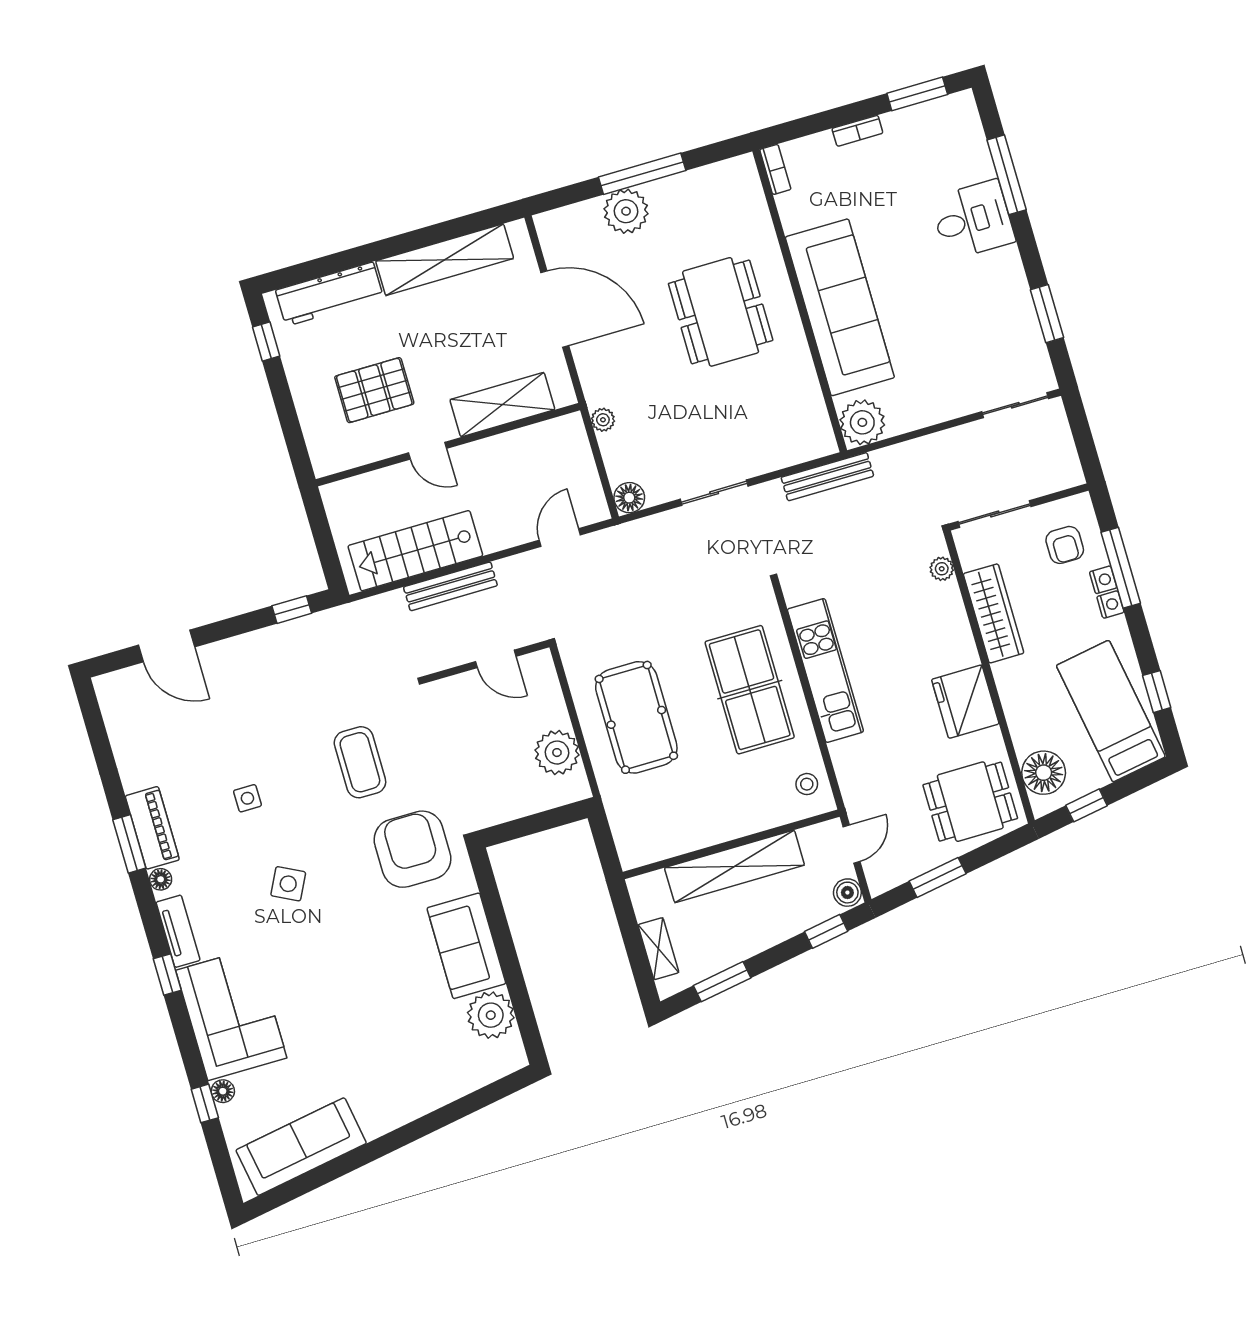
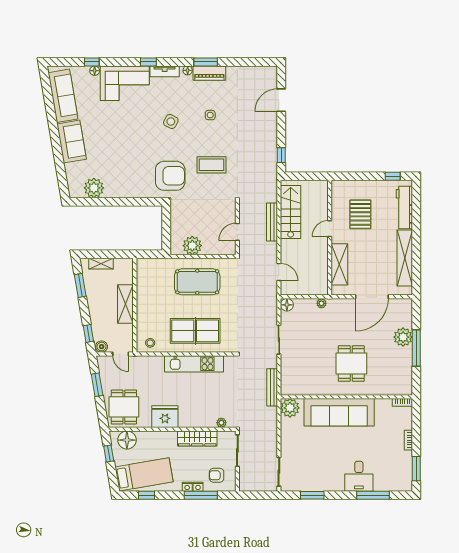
dining table: (721, 312) -> (351, 364), width x0.73
shelving: (734, 866) -> (125, 304), width x0.68
sofa: (466, 946) -> (72, 142), moved, turned 80

